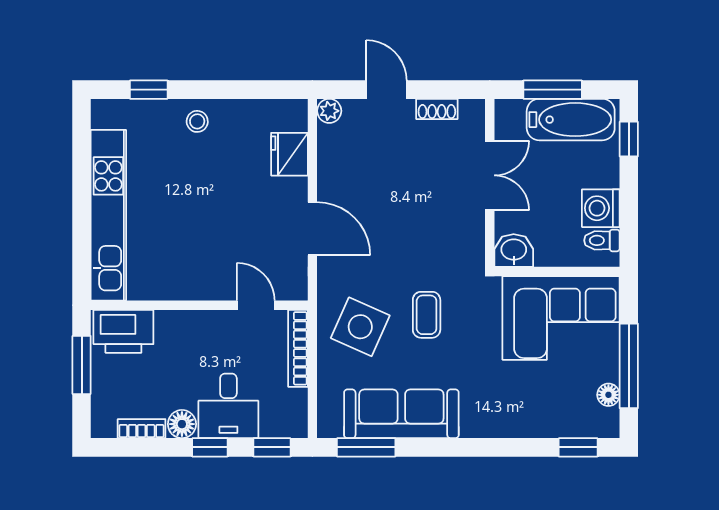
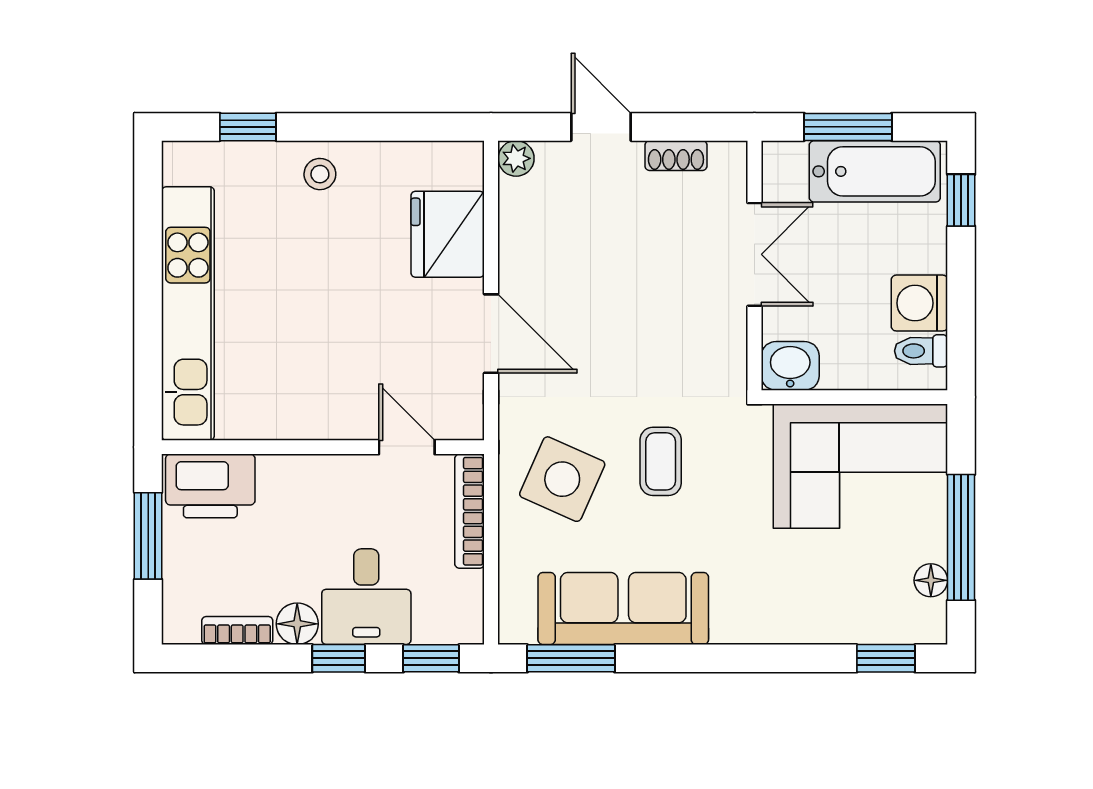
fridge: (289, 154) -> (448, 234), width x1.36, depth x1.34

